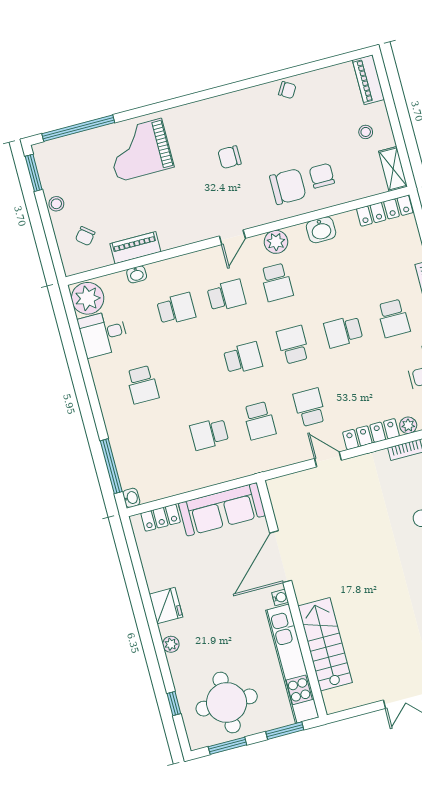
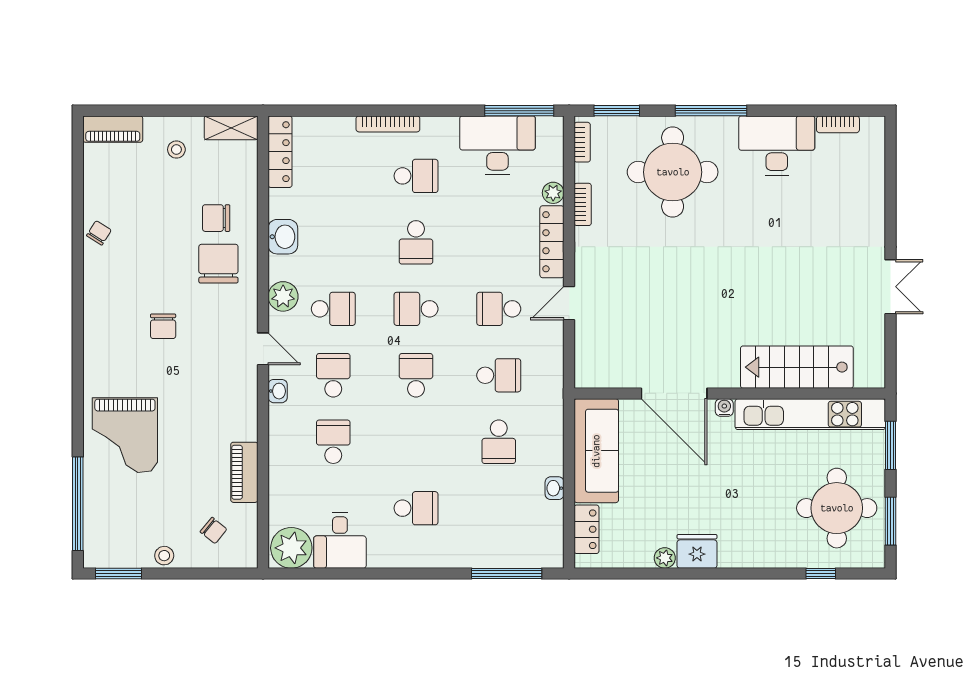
washbasin: (137, 274) -> (278, 391), moved
washbasin: (131, 498) -> (555, 488), moved, turned -90
plant: (171, 644) -> (665, 558), moved

